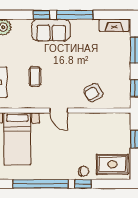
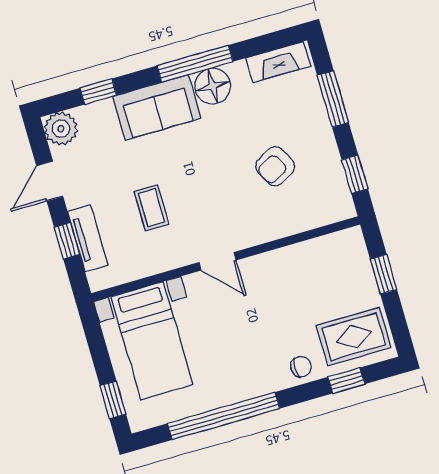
window: (42, 15) -> (98, 92), moved
floor lamp: (80, 28) -> (213, 86), added
armchair: (93, 93) -> (275, 166), moved
window: (83, 184) -> (346, 381), moved

